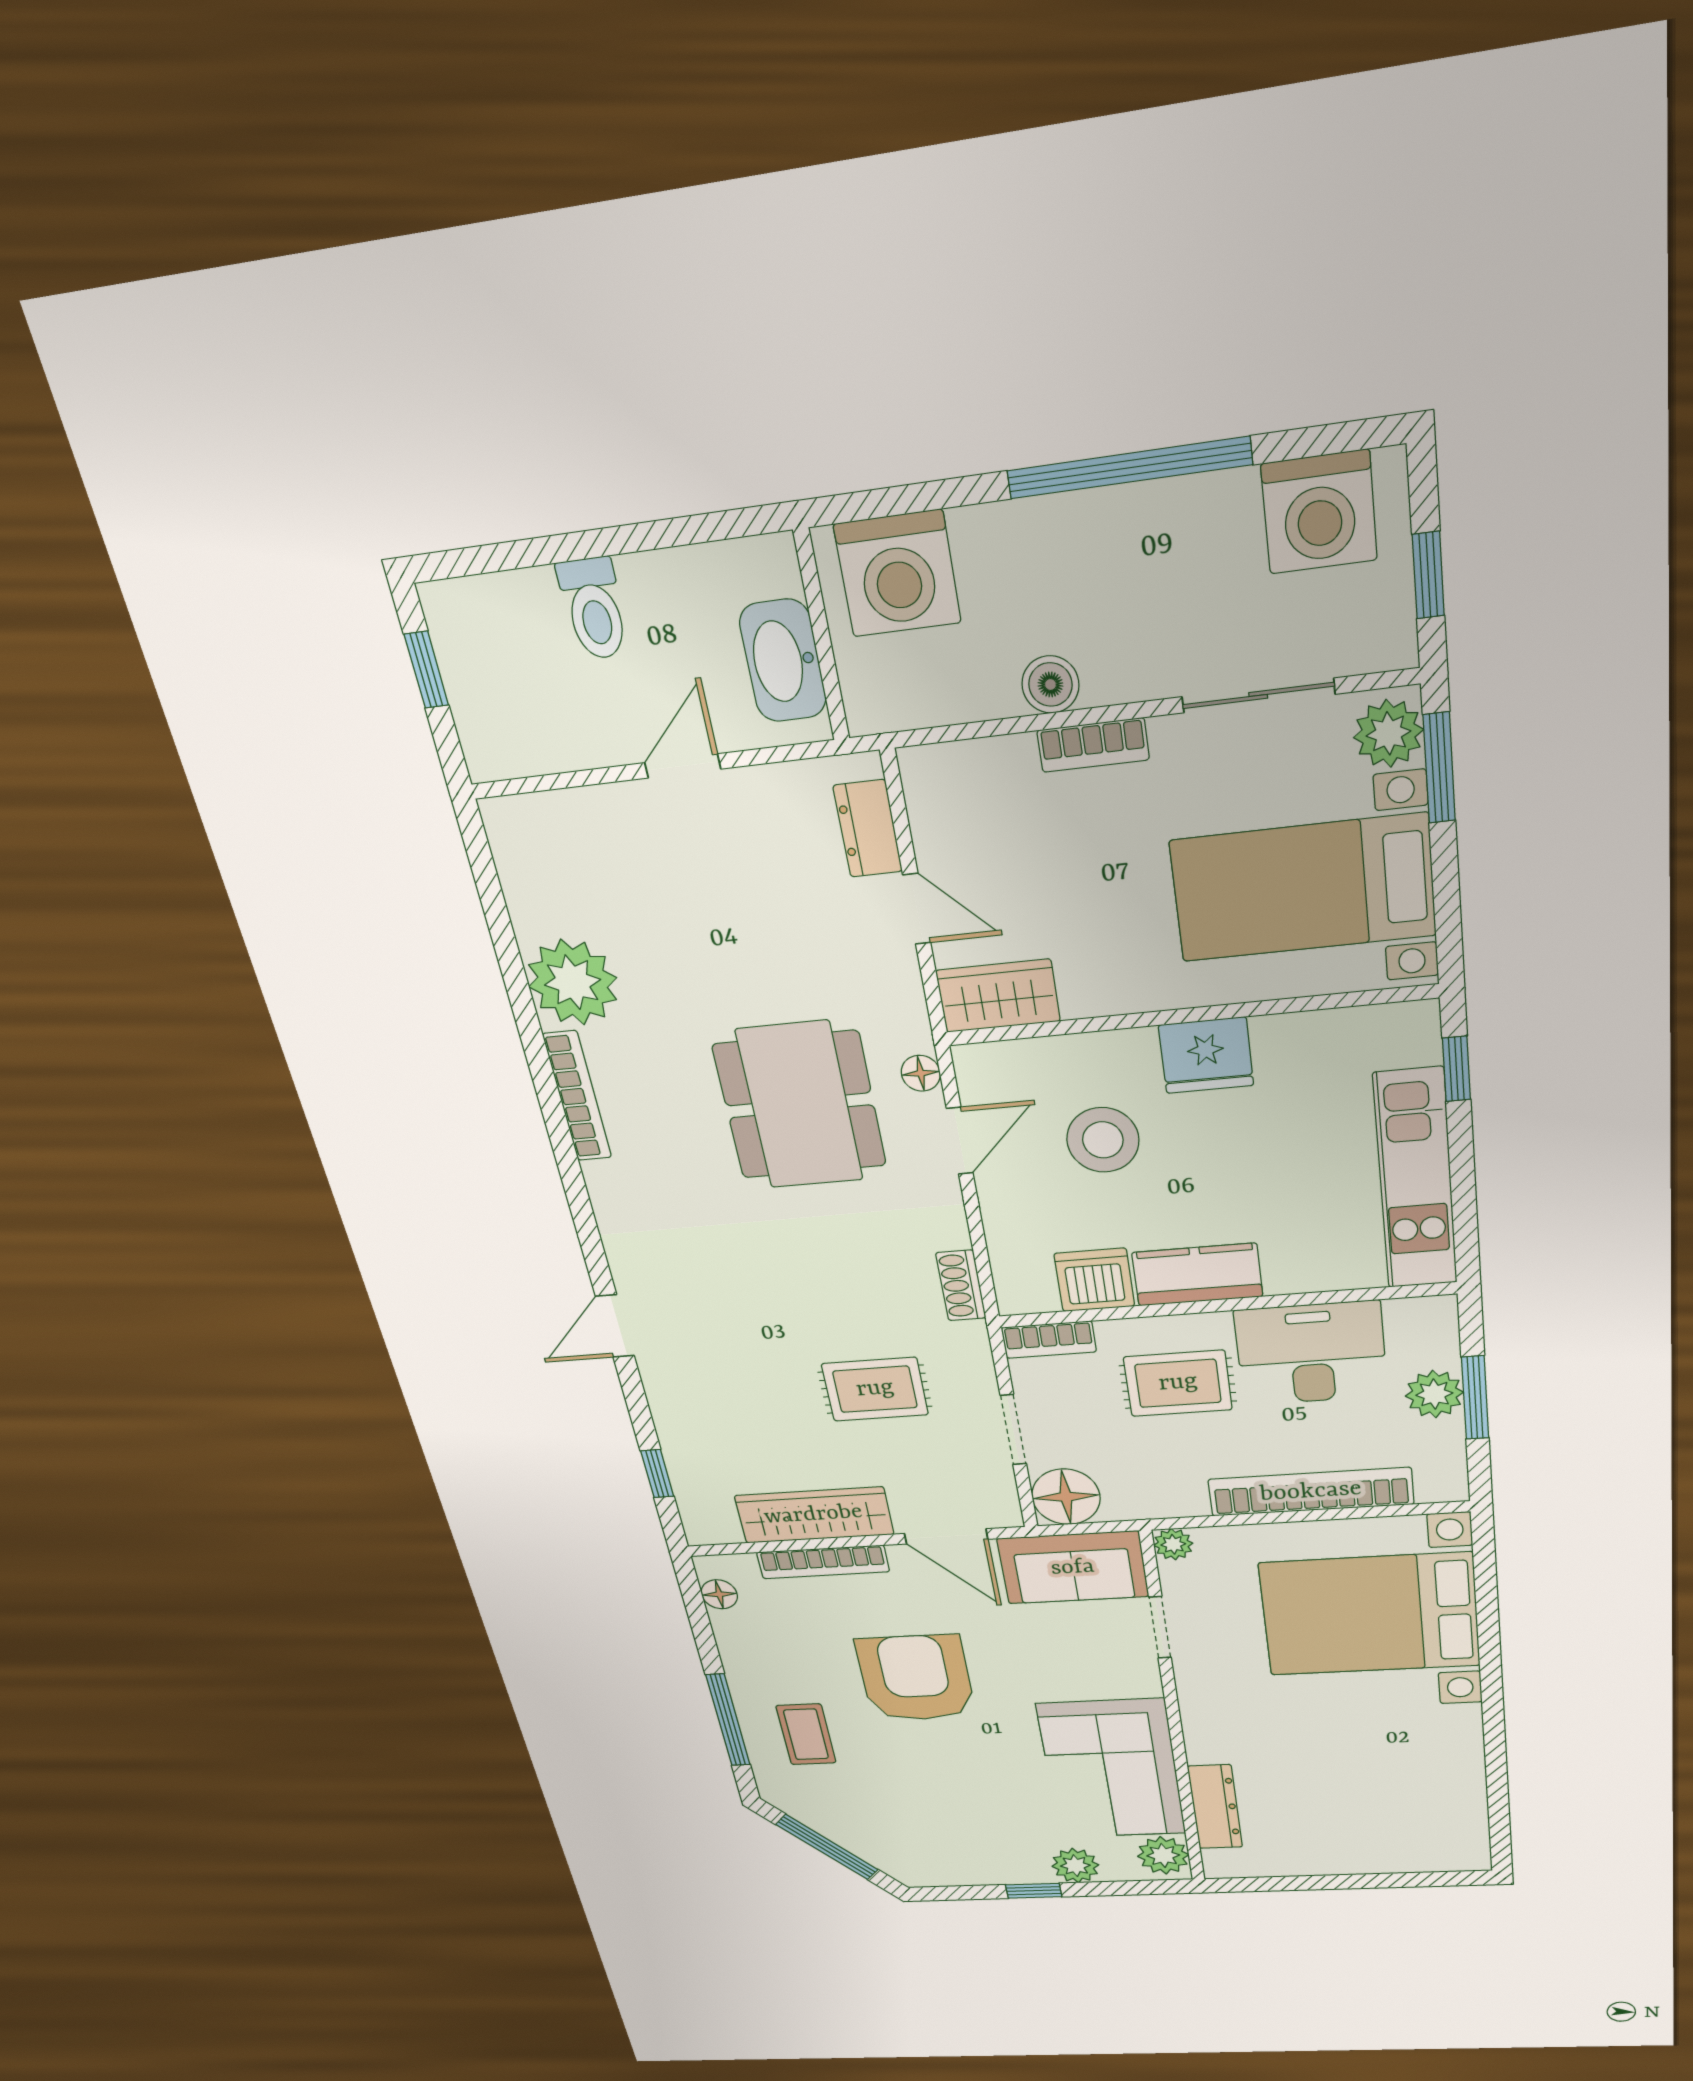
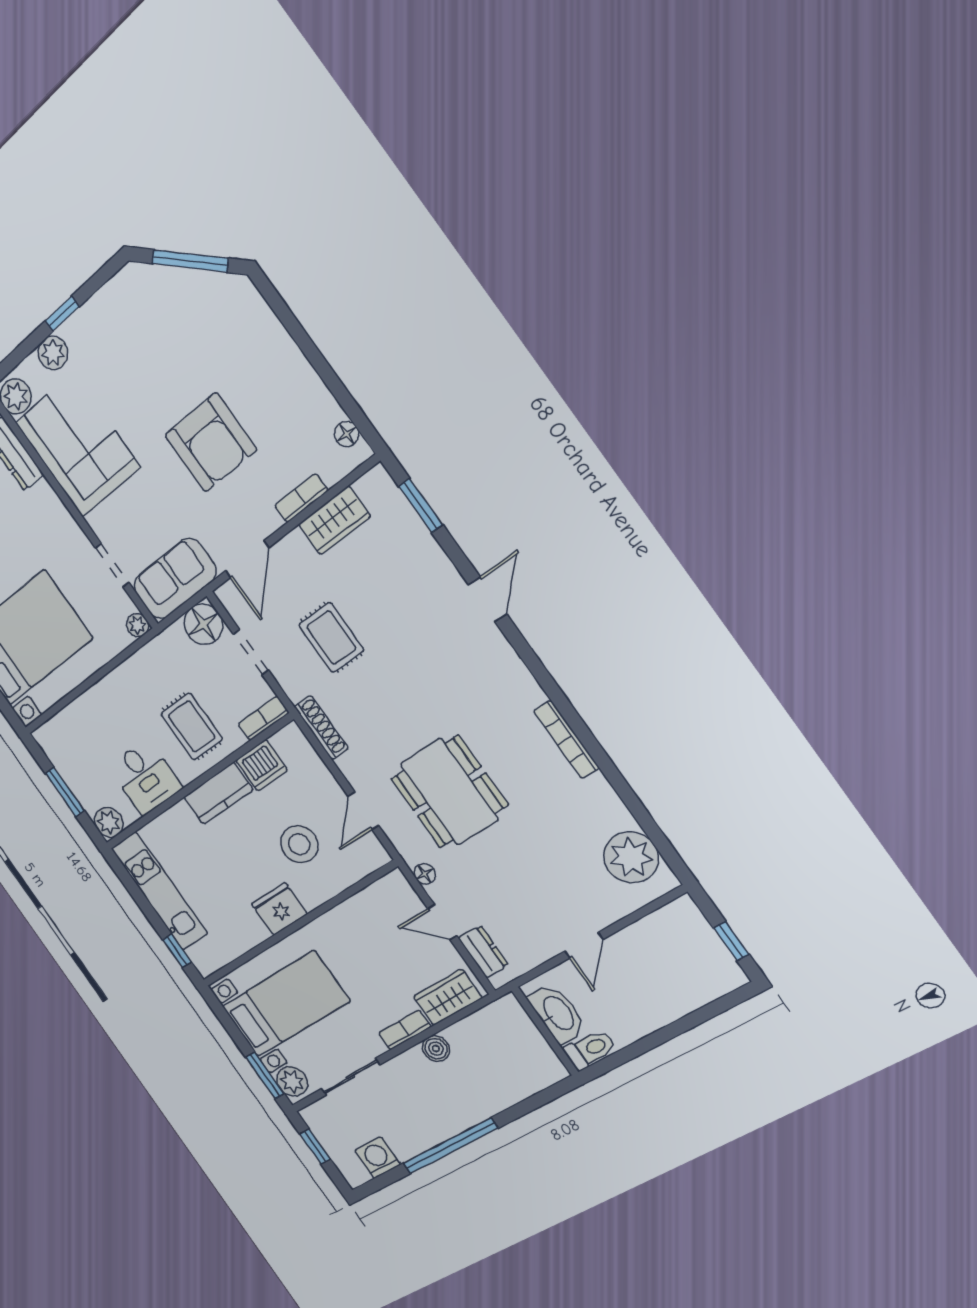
washing machine: (1319, 512) -> (377, 1158), width x0.73, depth x0.73
washing machine: (897, 574) -> (524, 1070), removed
toilet: (594, 609) -> (590, 1049), moved, turned 90
plant: (573, 982) -> (631, 857), moved
wardrobe: (998, 996) -> (448, 997), moved, turned 180
floor lamp: (921, 1073) -> (425, 874), moved
shoe rack: (961, 1285) -> (321, 727), width x1.43
desk: (1311, 1353) -> (145, 777), width x0.73
rug: (1178, 1383) -> (192, 726), turned 90
rug: (875, 1389) -> (331, 638), turned 90
plant: (1434, 1394) -> (109, 822), moved
window: (657, 1474) -> (421, 506), width x1.50
bookcase: (1311, 1492) -> (97, 697), removed
wardrobe: (814, 1515) -> (334, 520), width x0.67
door: (946, 1536) -> (247, 559), swing flipped
bookcase: (823, 1562) -> (301, 498), width x0.64
window: (728, 1720) -> (297, 331), removed
coffee table: (806, 1734) -> (247, 352), removed

